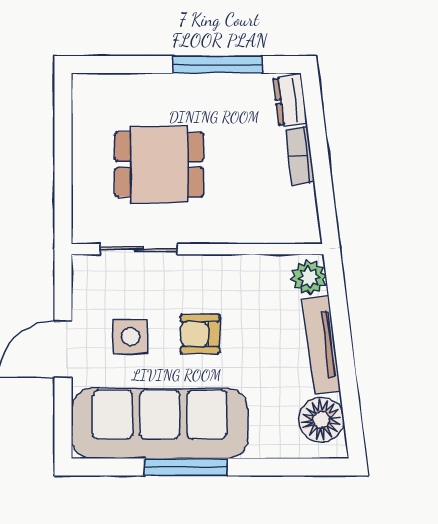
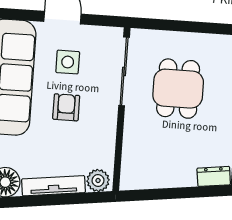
bookcase: (300, 156) -> (177, 180), removed
sliding door: (139, 249) -> (124, 71), width x1.37

